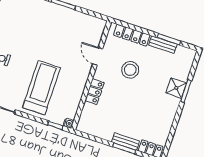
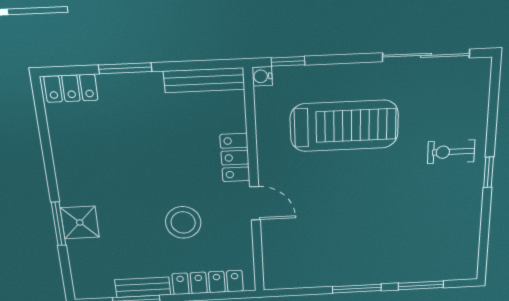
door: (98, 56) -> (255, 203), moved
treadmill: (41, 88) -> (344, 126), turned -90
bench: (126, 142) -> (204, 80), moved, width x1.36

